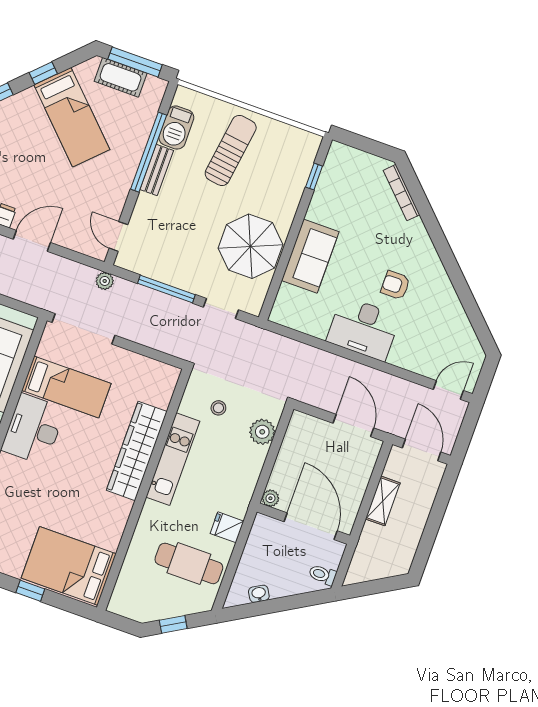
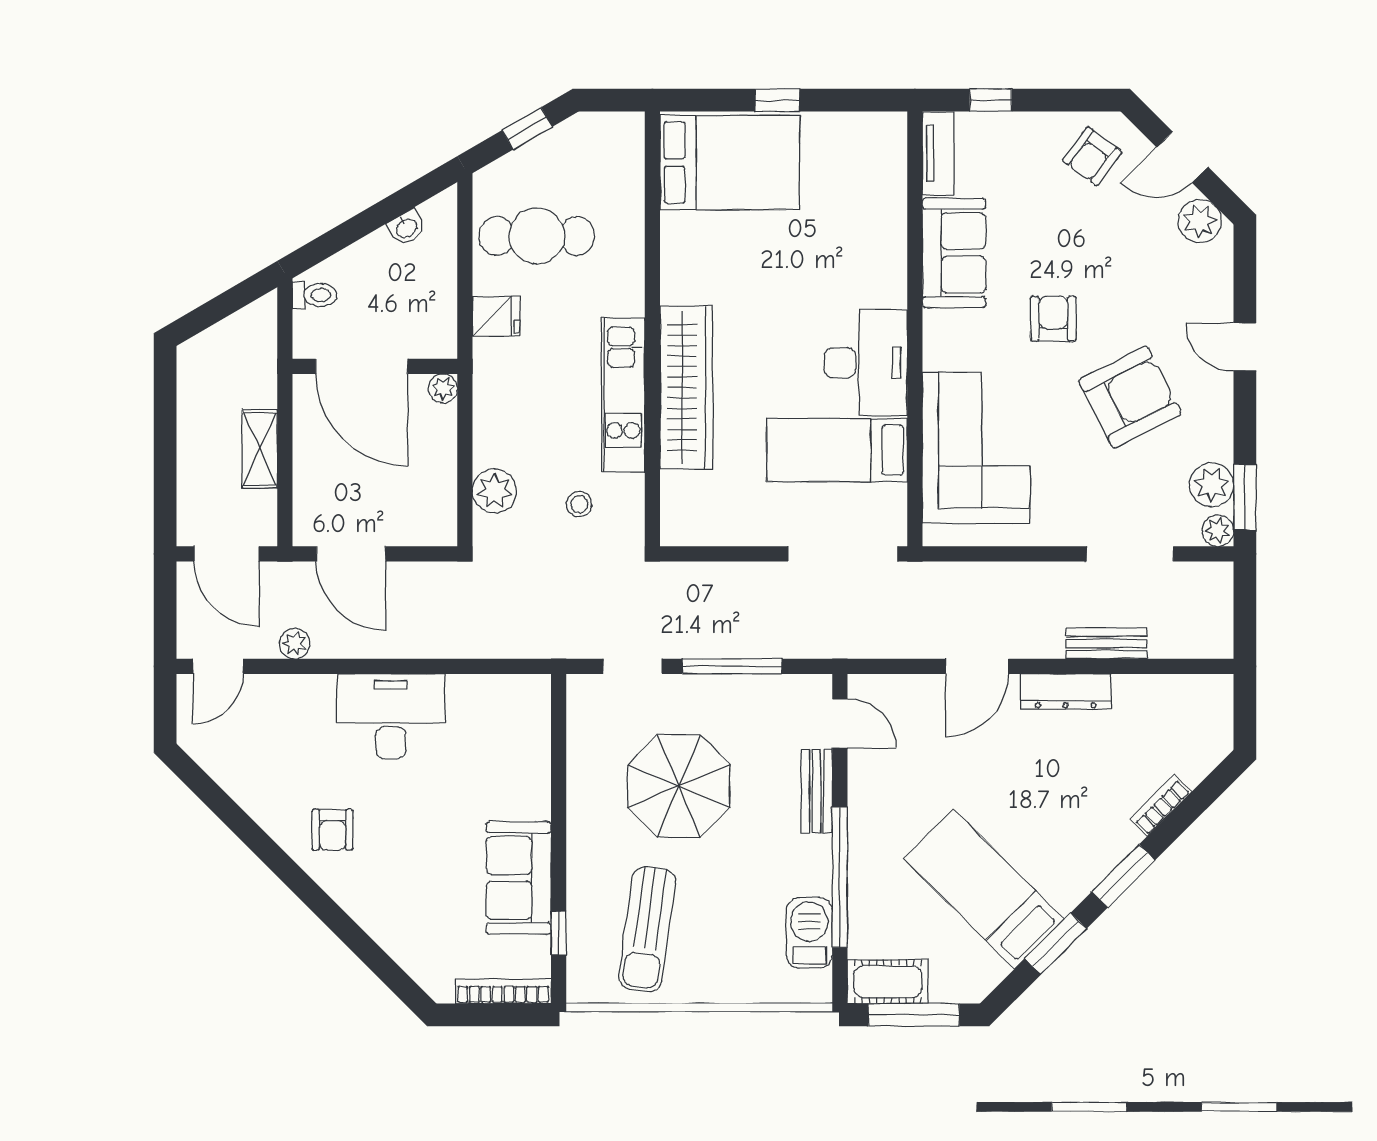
window: (43, 73) -> (1056, 944), width x1.50
cot: (121, 77) -> (888, 982), moved
sun lounger: (231, 150) -> (647, 929), moved
bench: (157, 170) -> (816, 791), moved
bookcase: (401, 193) -> (503, 991), moved, turned -45
parasol: (250, 246) -> (679, 786), moved
sofa: (310, 256) -> (519, 878), moved
plant: (105, 281) -> (295, 644), moved
armchair: (395, 285) -> (332, 830), moved, turned 90

